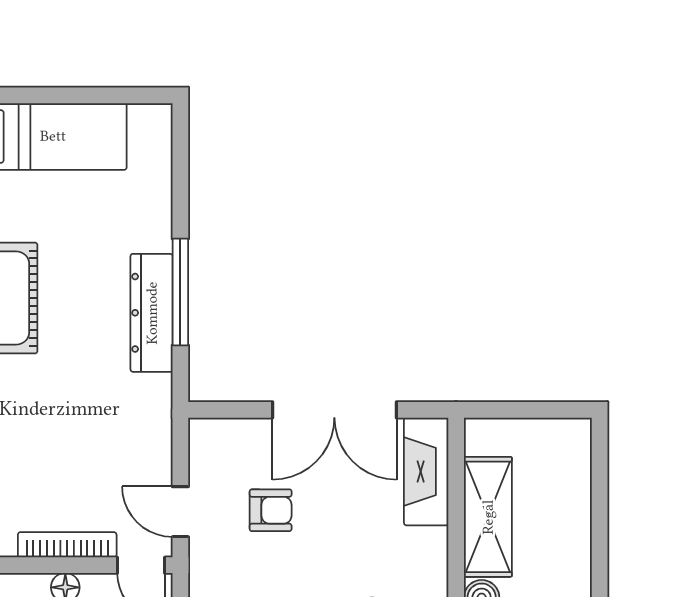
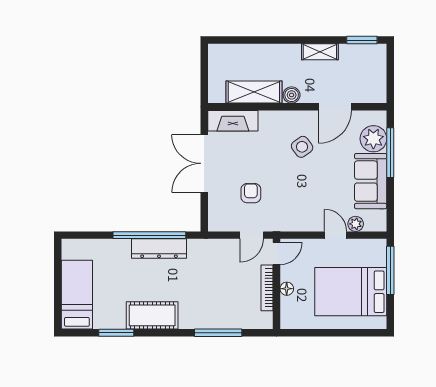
window: (180, 292) -> (149, 235), width x1.46
double door: (334, 410) -> (204, 163), swing flipped

